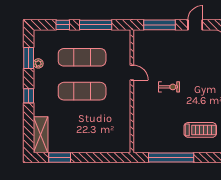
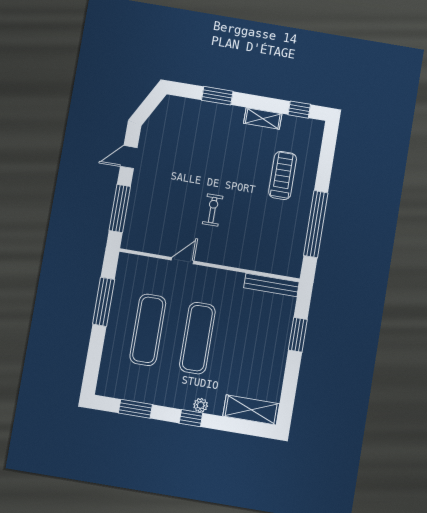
window: (63, 25) -> (95, 350), removed
door: (195, 25) -> (129, 157), hinge flipped
plant: (38, 63) -> (201, 405), moved
bench: (126, 135) -> (272, 285), added
window: (60, 157) -> (298, 335), moved

